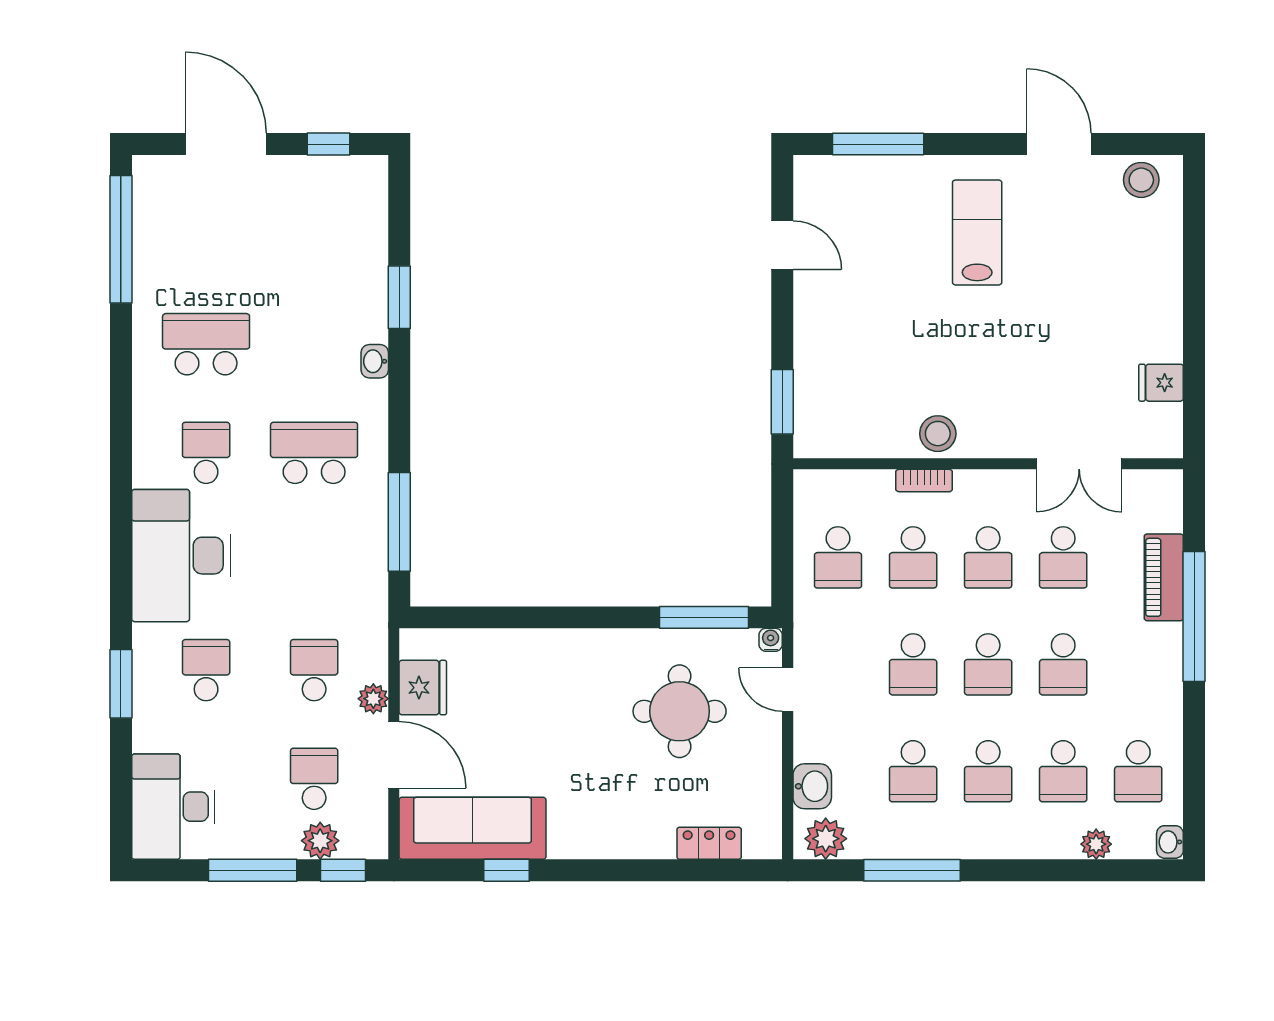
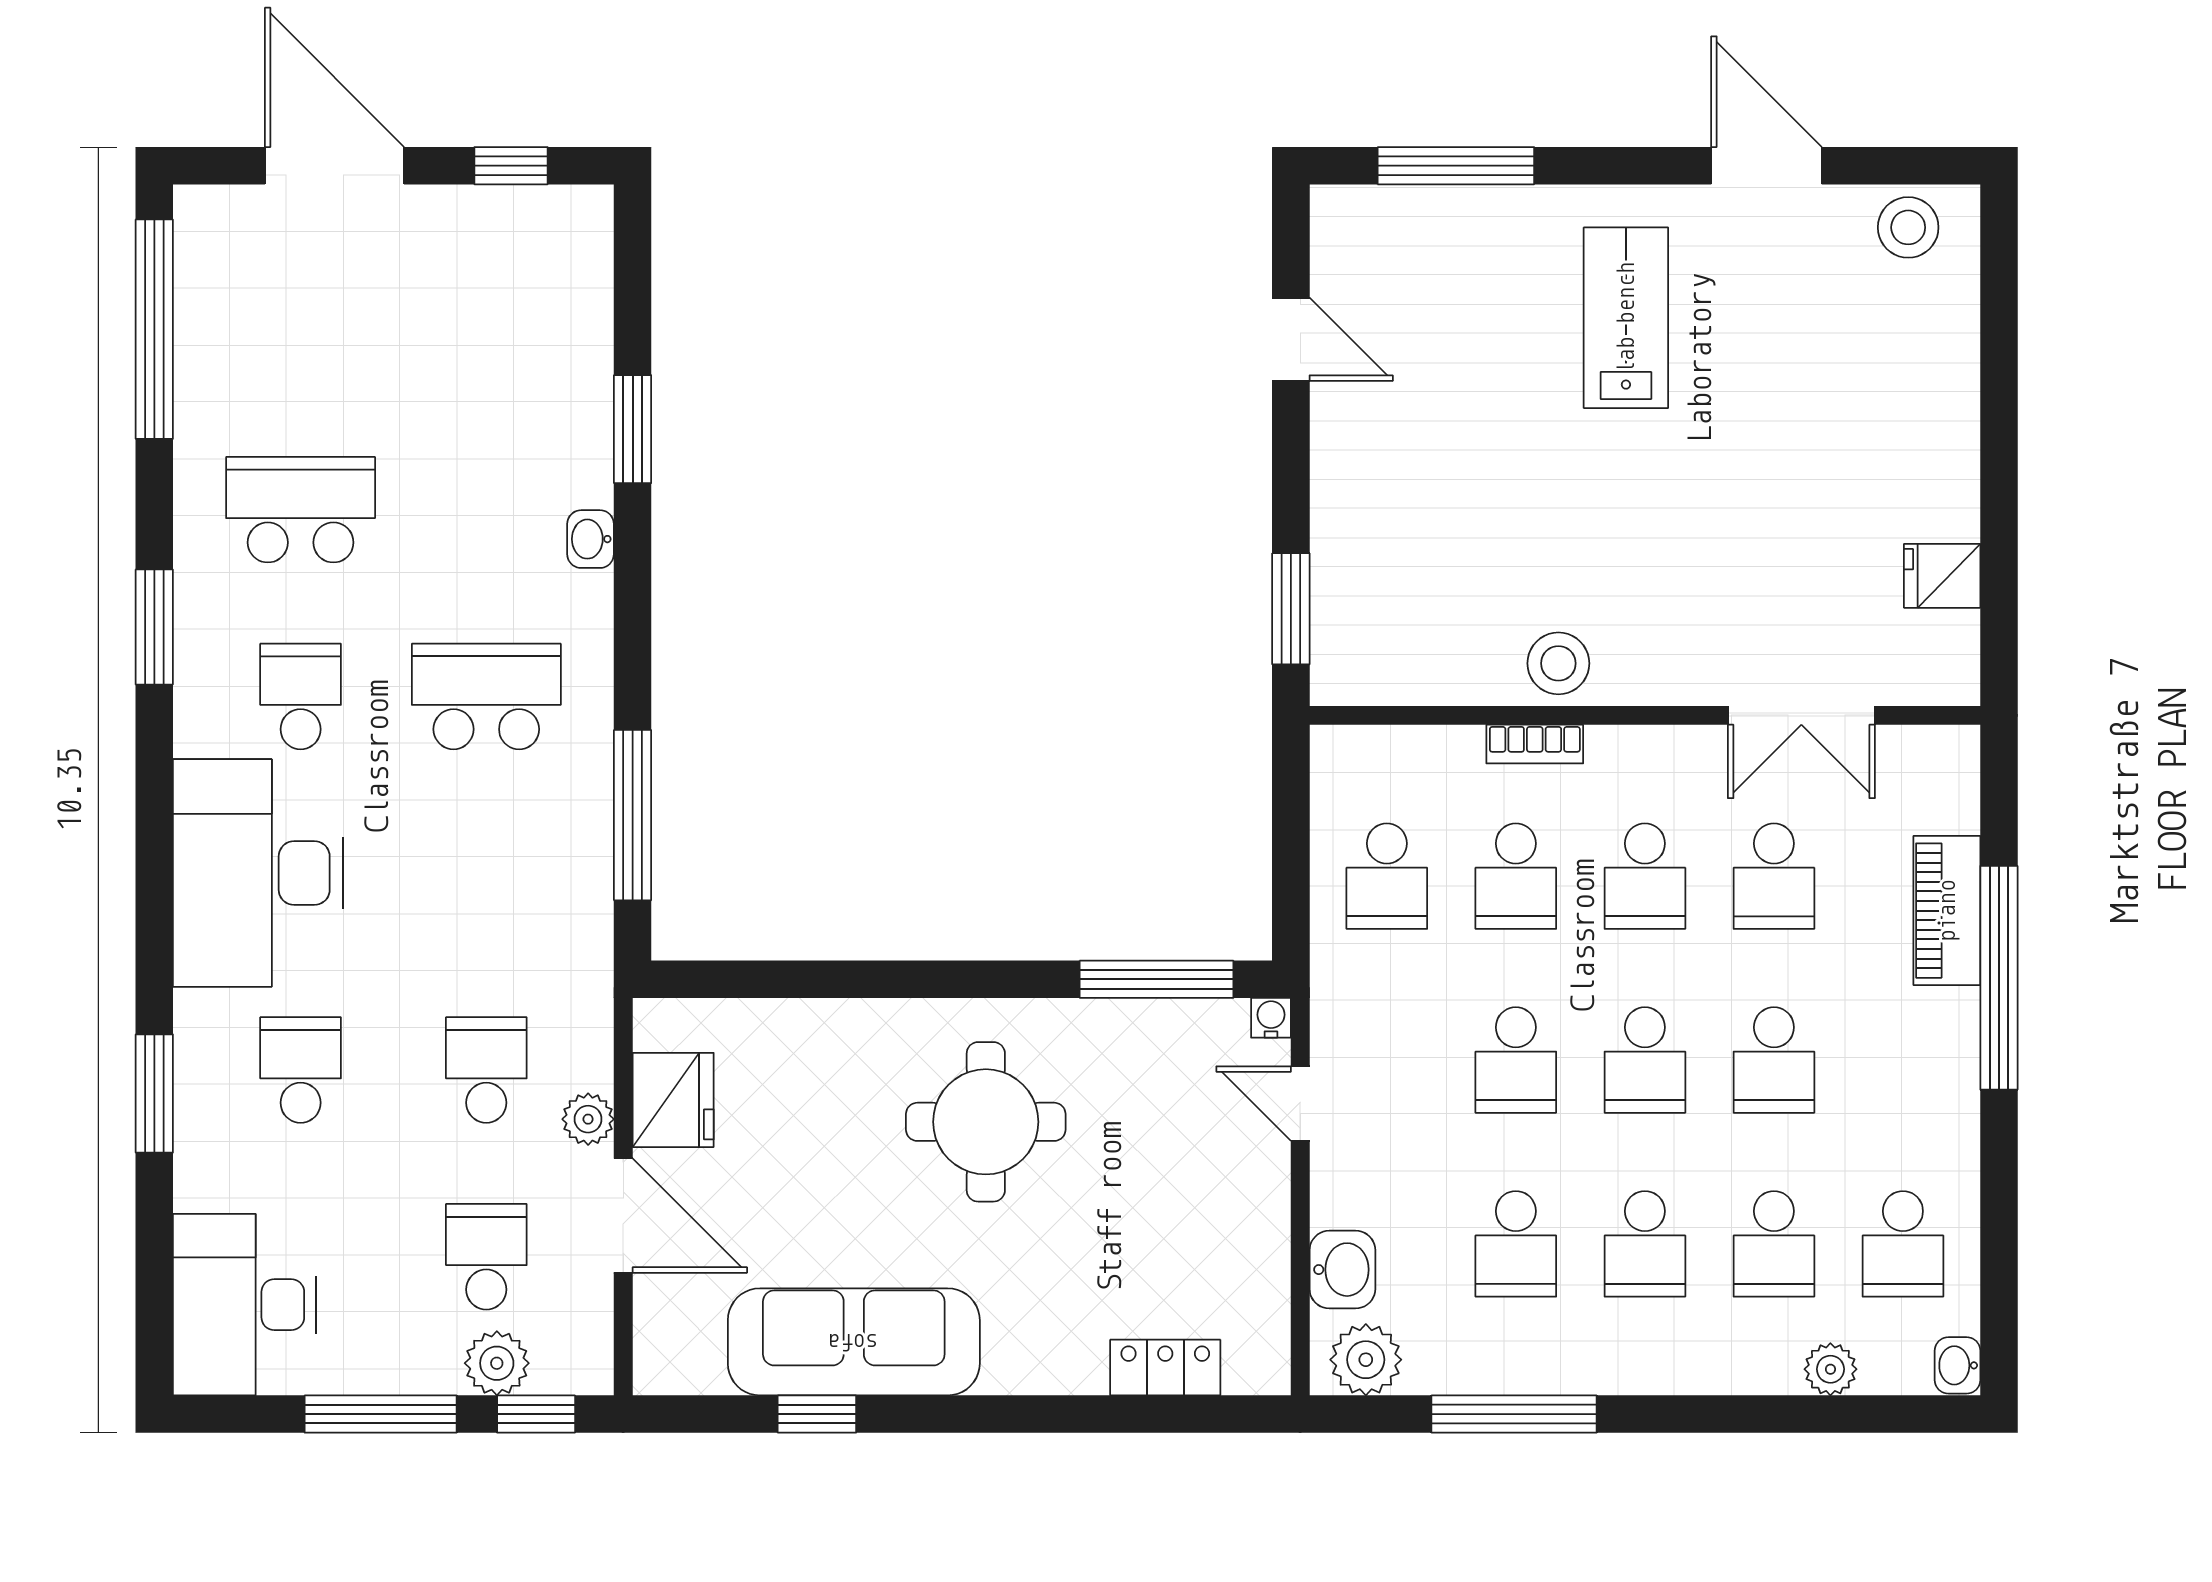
window: (121, 412) -> (154, 627), added
round table: (680, 711) -> (986, 1122), moved
sofa: (473, 828) -> (854, 1342), moved

